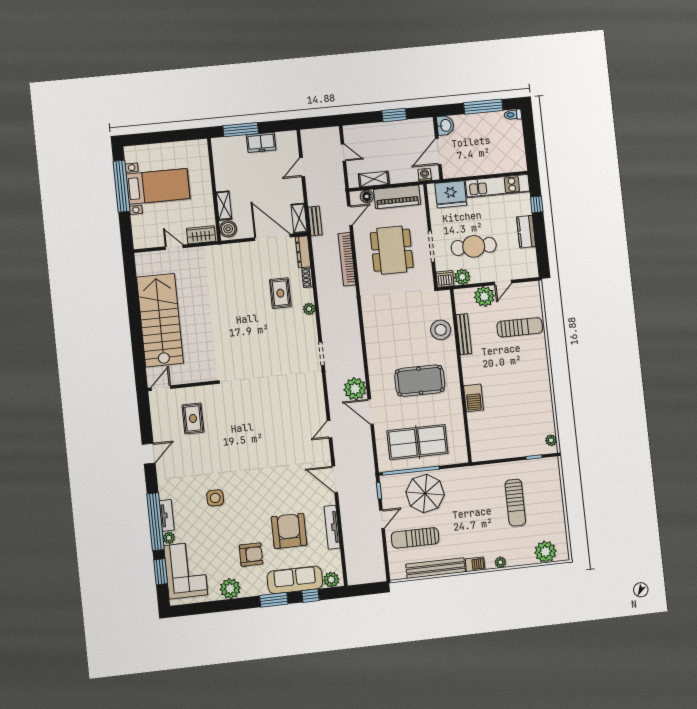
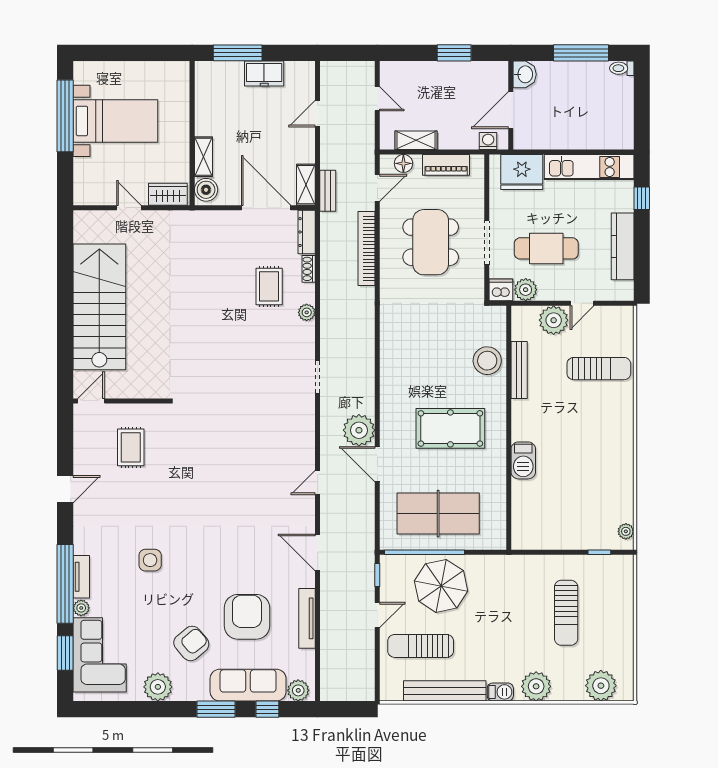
piano: (397, 197) -> (446, 165), width x0.73, depth x0.75
kitchen counter: (526, 232) -> (623, 246), width x1.50
armchair: (251, 555) -> (191, 643), turned -40
plant: (500, 562) -> (536, 686), width x1.87, depth x1.87

